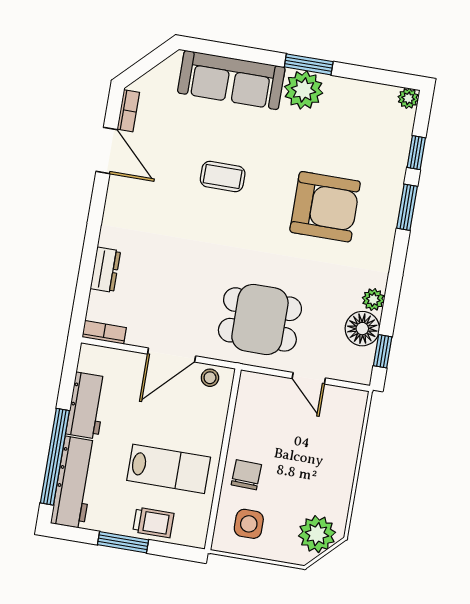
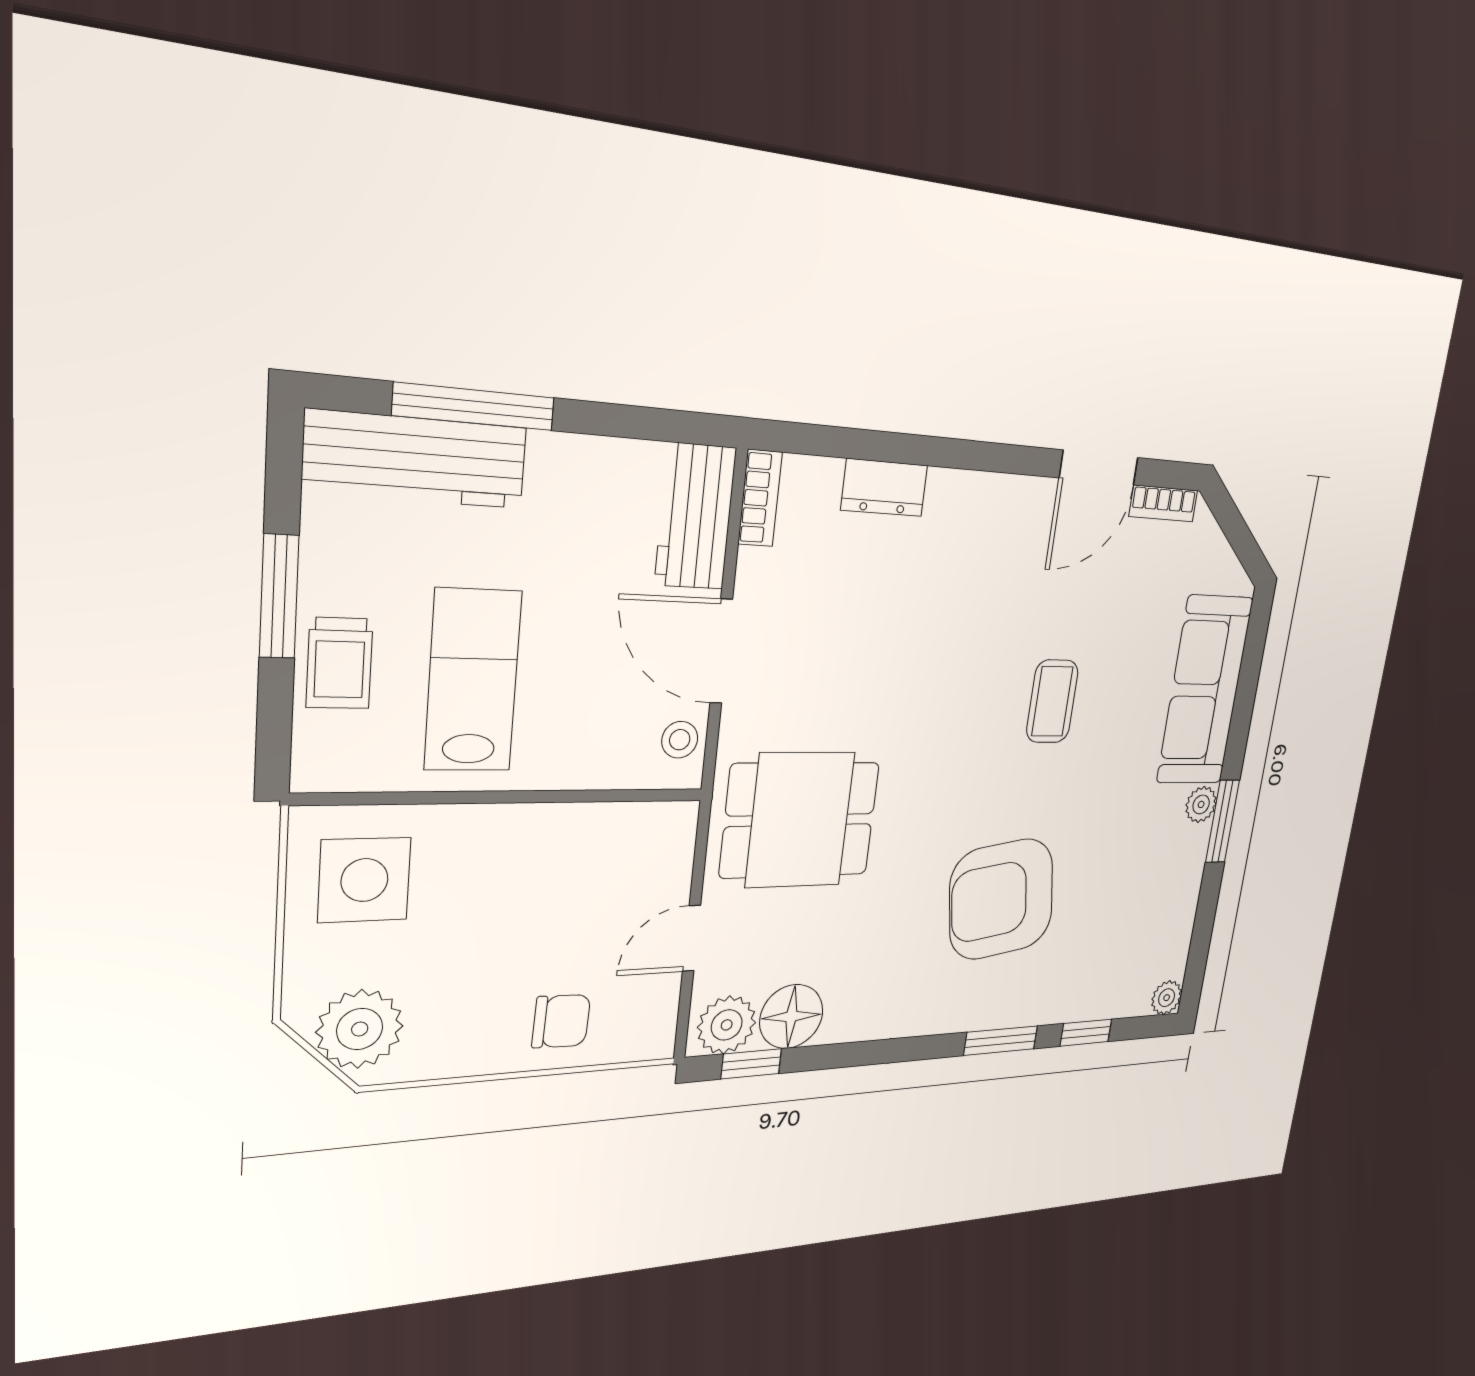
plant: (304, 90) -> (1201, 804), width x0.53, depth x0.53
armchair: (325, 207) -> (1002, 899), turned 81
plant: (373, 300) -> (727, 1025), moved, width x1.38, depth x1.38
dining table: (260, 319) -> (800, 820), turned 90
workbench: (87, 406) -> (695, 517), moved, turned 90
window: (55, 457) -> (474, 407), width x0.68
lab bench: (169, 469) -> (473, 681), turned 180
chair: (246, 475) -> (561, 1021), moved
side table: (249, 524) -> (364, 880), width x1.37, depth x1.37

